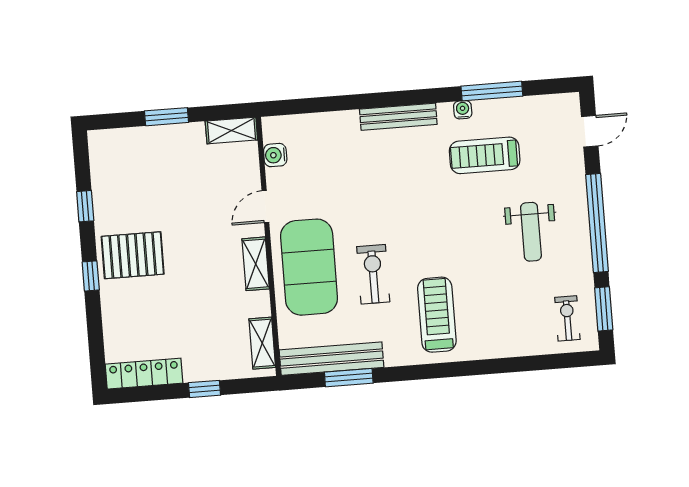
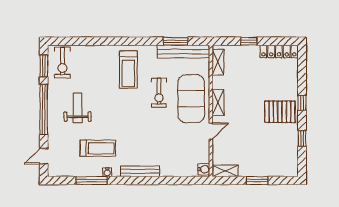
water cooler: (275, 155) -> (204, 169), moved
exercise bike: (567, 318) -> (62, 62), width x1.38, depth x1.39

